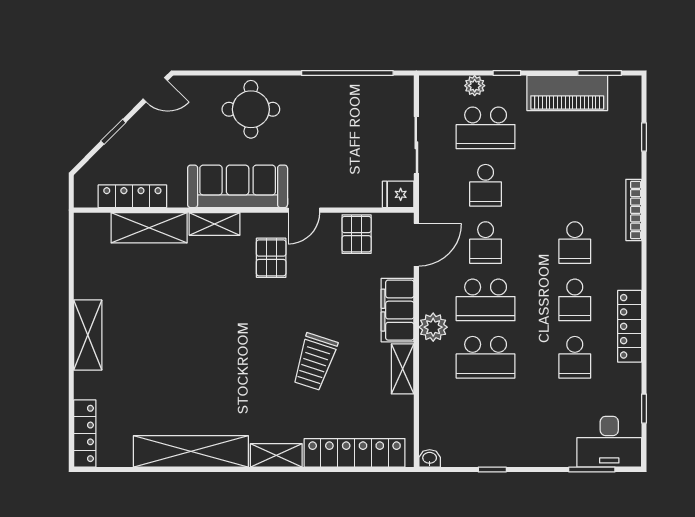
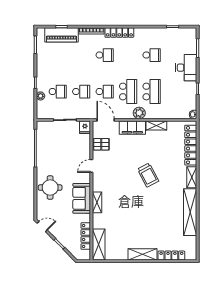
door: (155, 90) -> (42, 227), hinge flipped
piano: (567, 93) -> (61, 35), moved, turned 90
school desk: (486, 128) -> (58, 92), width x0.54
sofa: (238, 186) -> (82, 198), width x0.73
door: (304, 210) -> (91, 166), swing flipped
shelving: (149, 228) -> (99, 244), moved
pallet: (271, 258) -> (111, 179), removed
school desk: (575, 300) -> (128, 55), removed
locker: (630, 326) -> (119, 33), moved
trolley: (315, 362) -> (148, 175), moved, turned 44
locker: (85, 433) -> (171, 255), moved
desk: (609, 442) -> (186, 68), moved

